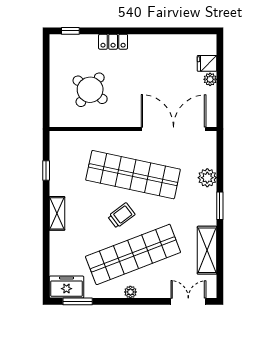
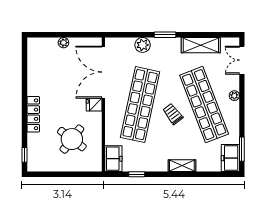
locker: (113, 42) -> (33, 114), width x1.53
fridge: (207, 63) -> (94, 105), moved, turned 90
freezer: (66, 141) -> (113, 159), added
shelving: (57, 213) -> (182, 166), moved
plant: (130, 292) -> (234, 96), moved

